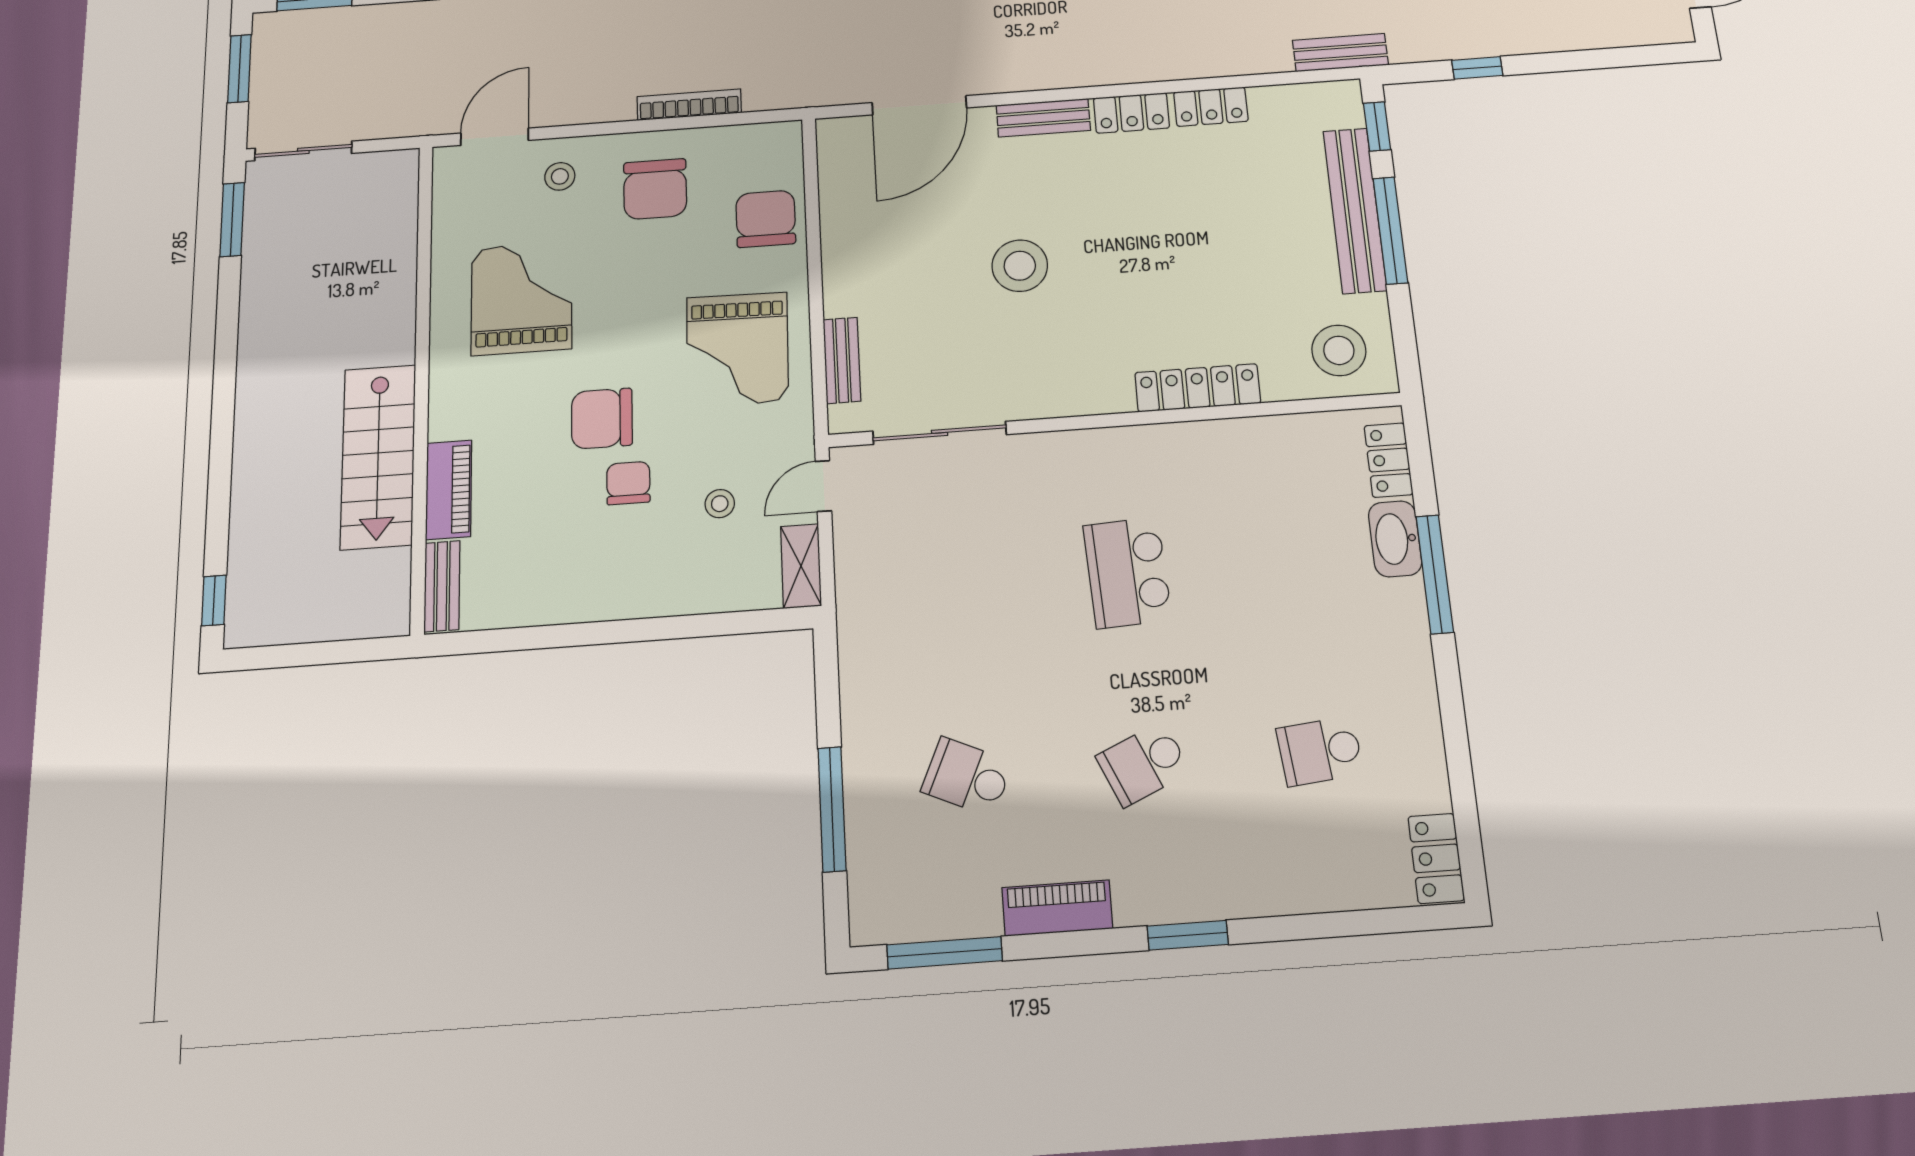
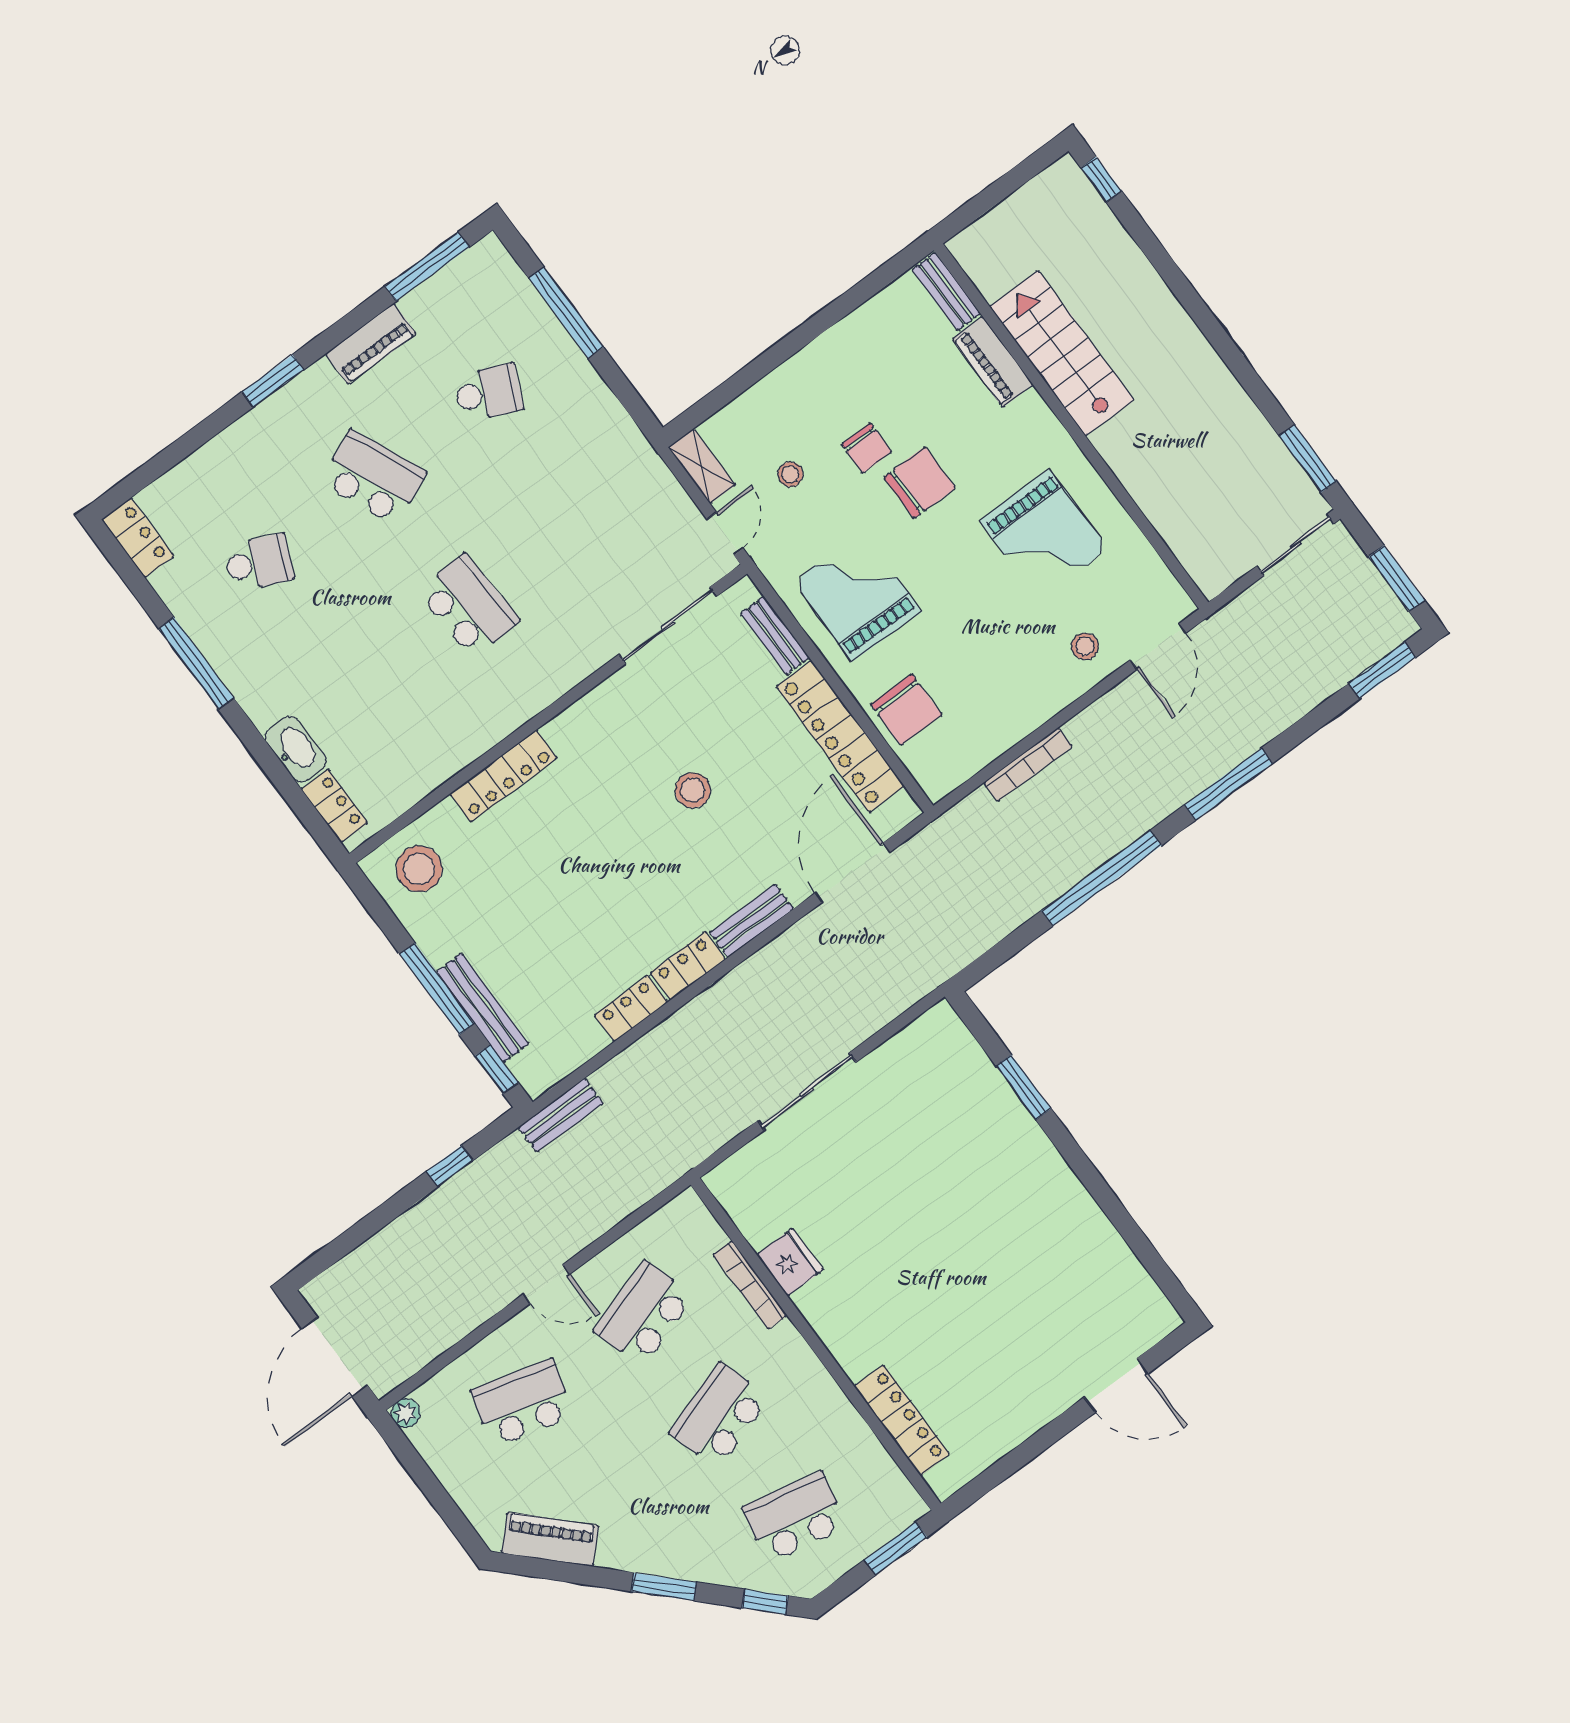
chair: (655, 189) -> (1006, 681), removed
bench: (1355, 210) -> (482, 1008), width x0.73, depth x0.82
locker: (845, 232) -> (840, 736), added
stool: (1020, 266) -> (693, 790), width x0.73, depth x0.73
window: (1435, 574) -> (196, 663), moved
school desk: (1320, 751) -> (259, 563), turned 30
school desk: (1143, 764) -> (373, 478), width x1.85

